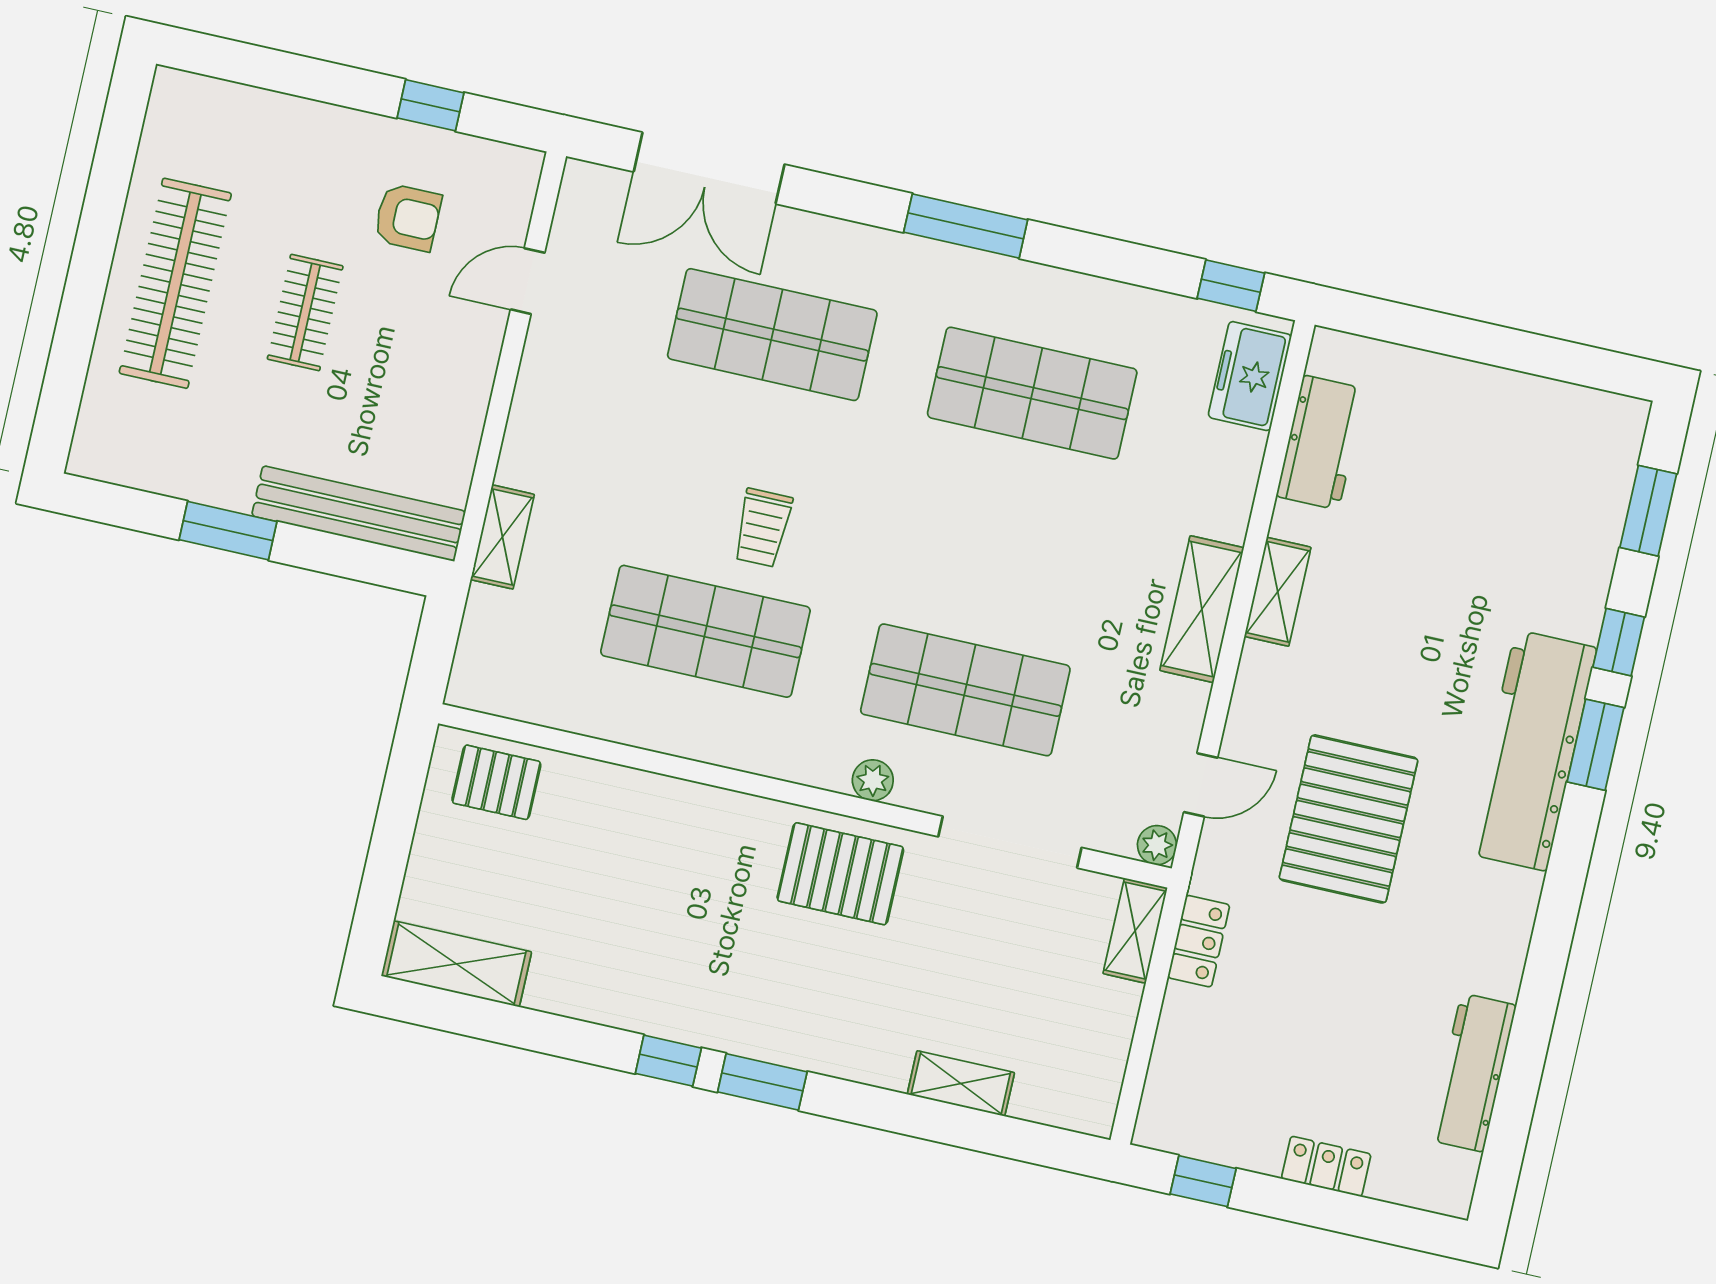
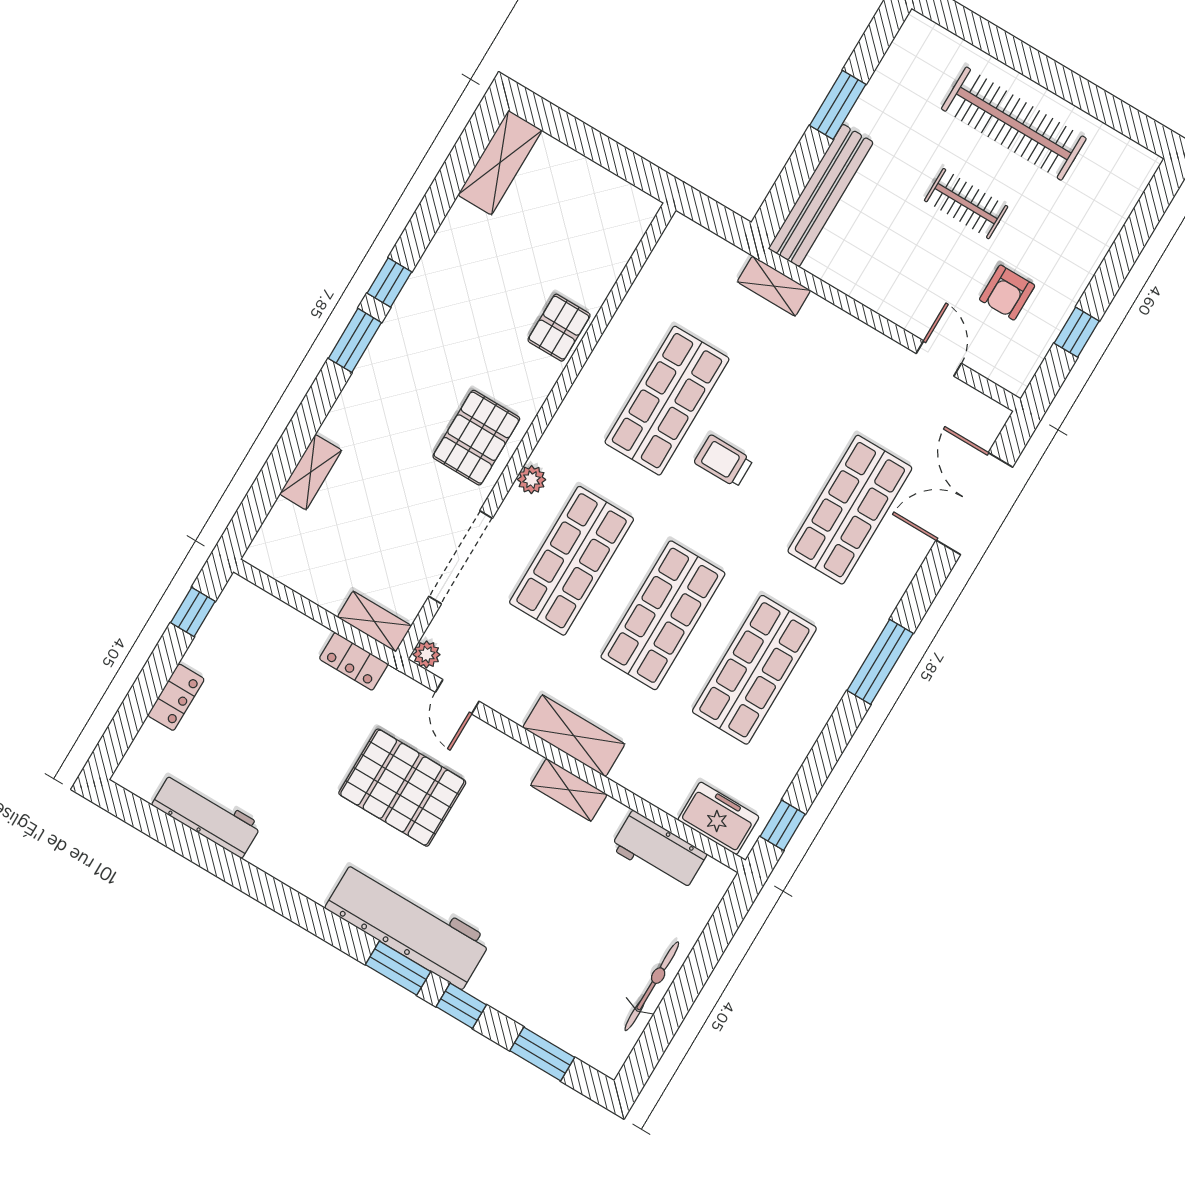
bicycle: (1508, 392) -> (652, 986), added
shop shelf: (999, 541) -> (663, 615), added
pallet: (496, 782) -> (559, 328), moved

